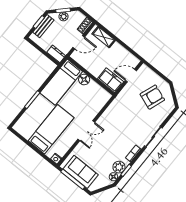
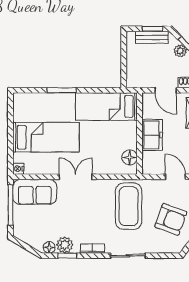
dresser: (56, 54) -> (133, 76), removed
floor lamp: (84, 80) -> (130, 157), moved
freezer: (111, 80) -> (152, 135), moved
coffee table: (126, 114) -> (129, 206), added
double door: (86, 131) -> (76, 177), swing flipped
sofa: (81, 172) -> (35, 192), moved, turned 90

